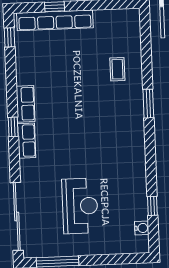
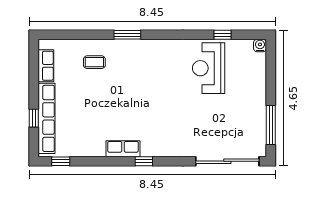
row of seats: (27, 141) -> (46, 66), moved, turned 90
reception desk: (80, 206) -> (209, 68), moved, turned -90
water cooler: (142, 228) -> (260, 45), moved

